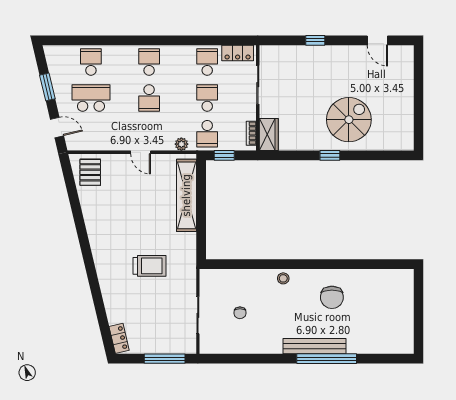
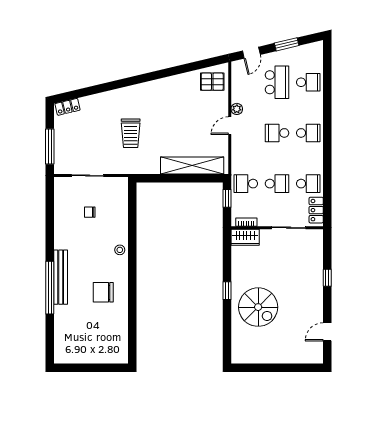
plant: (181, 144) -> (237, 109), moved

